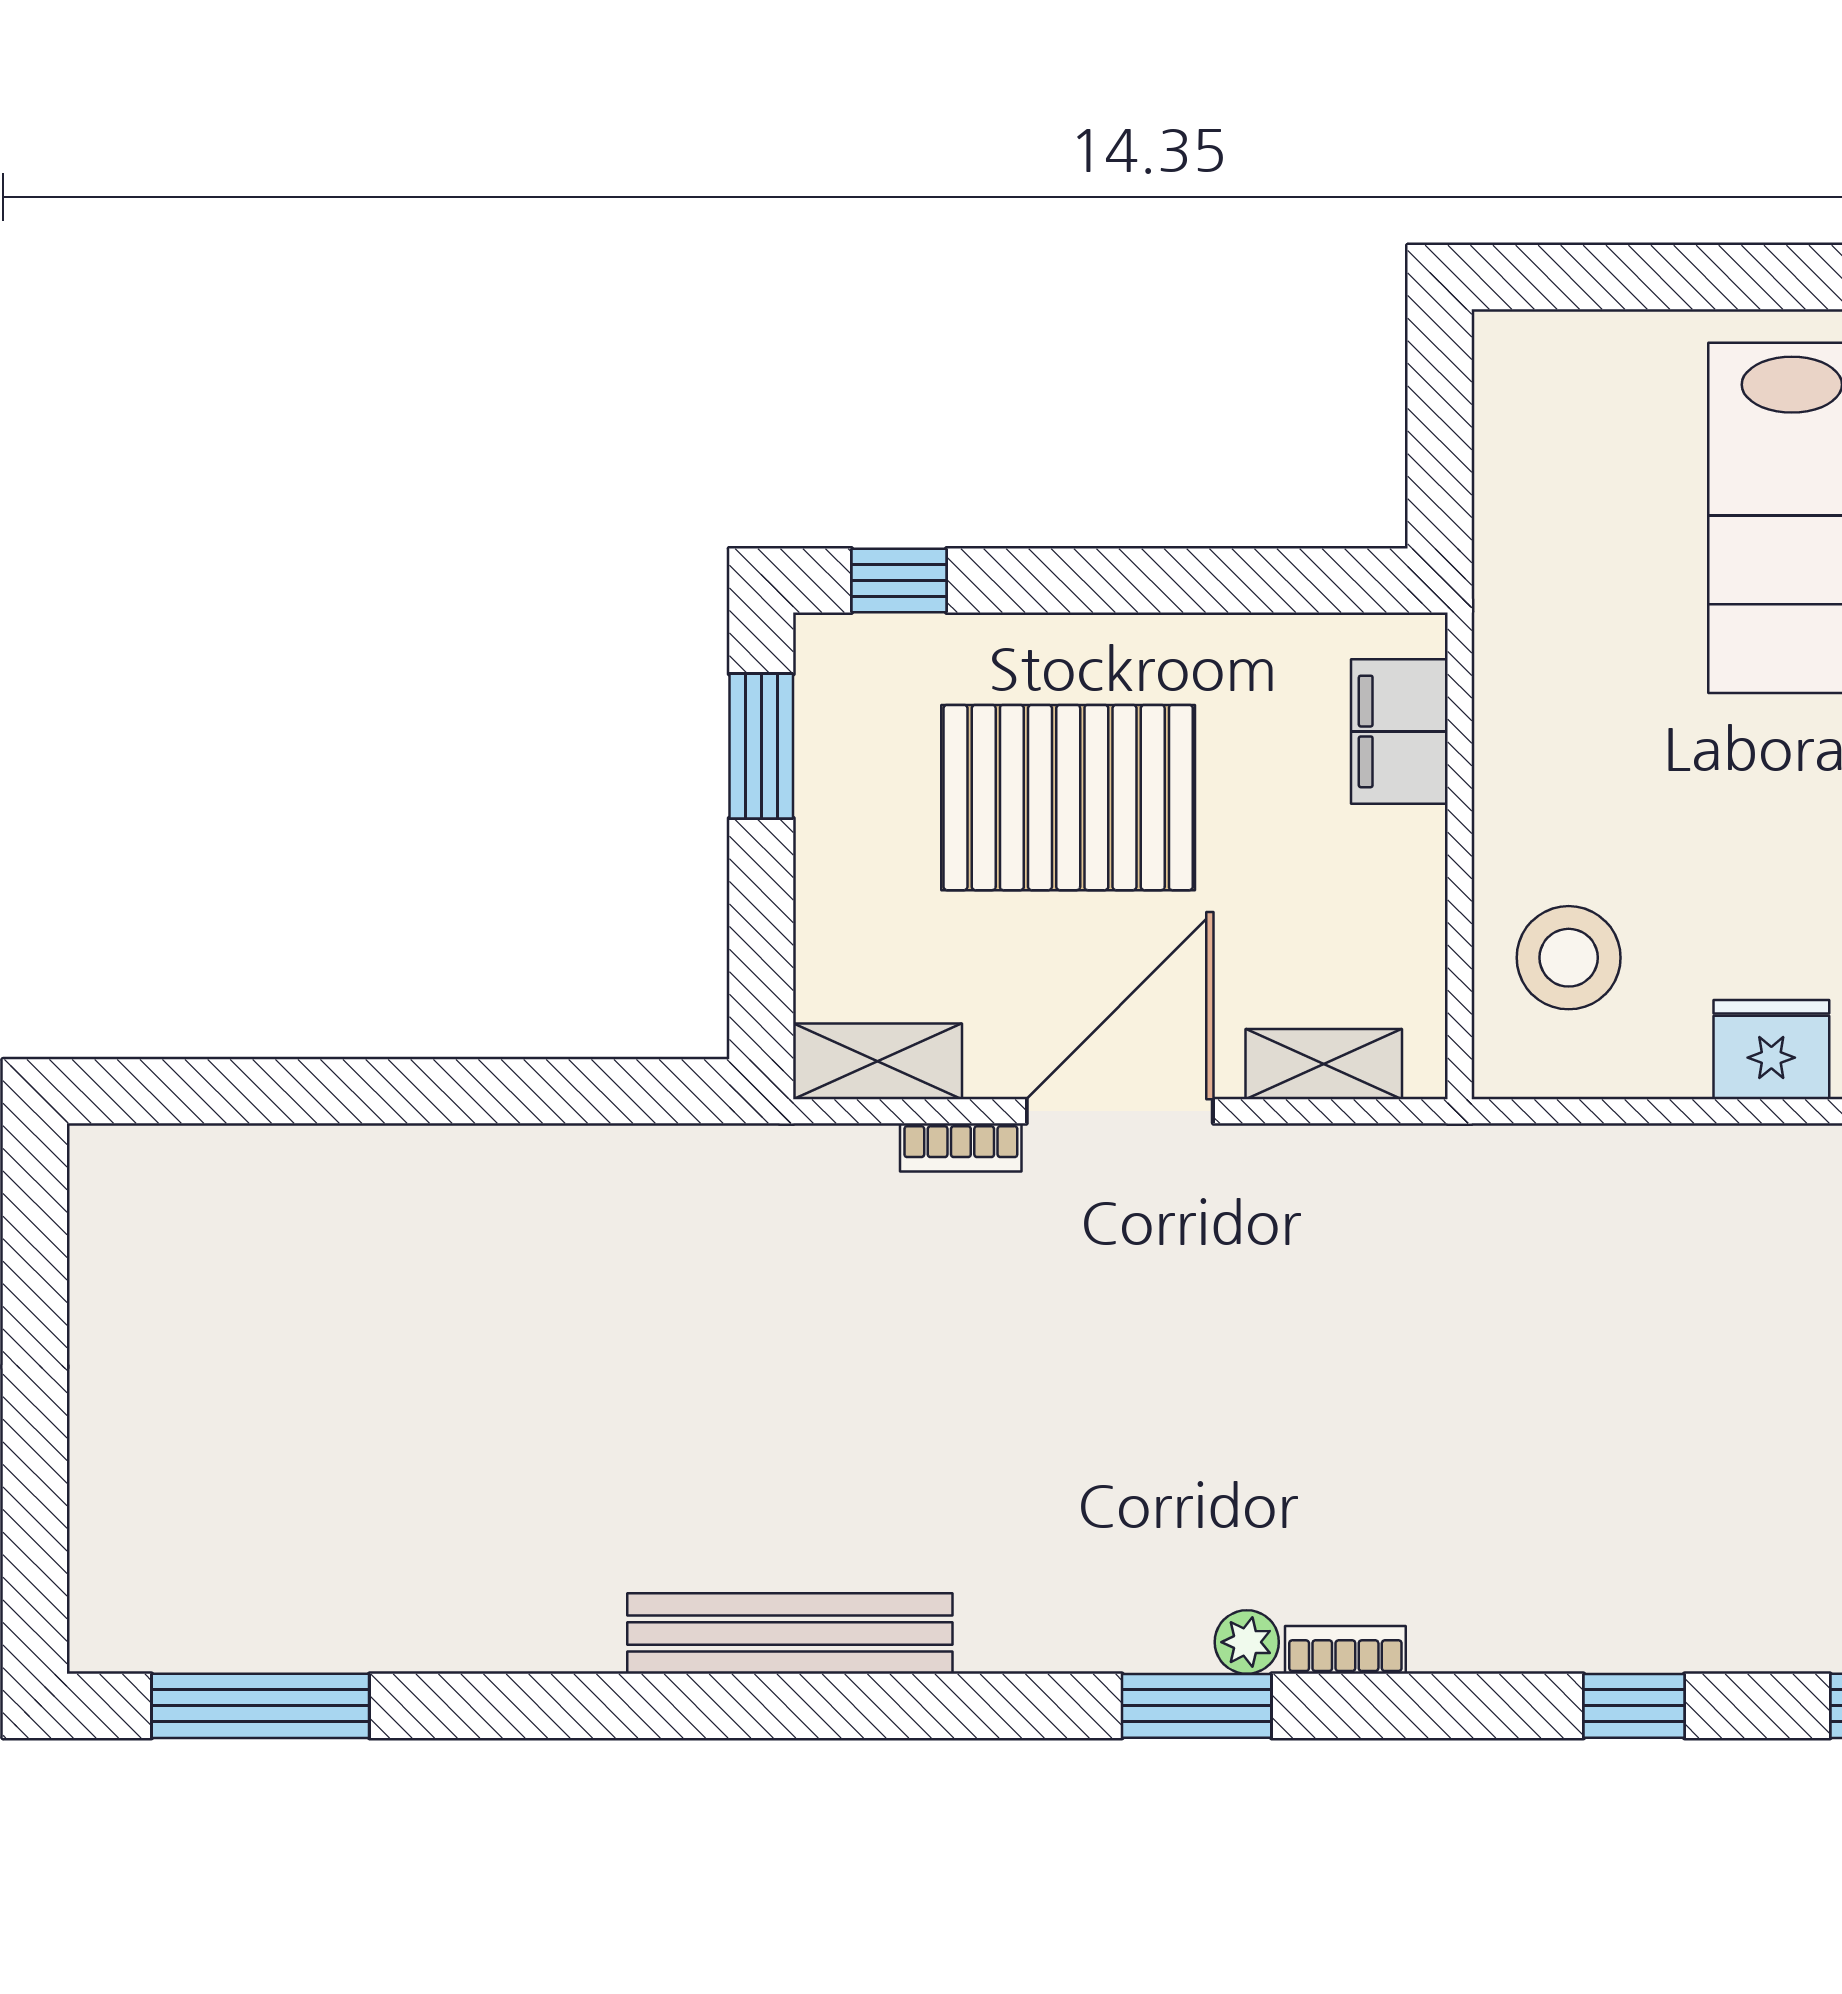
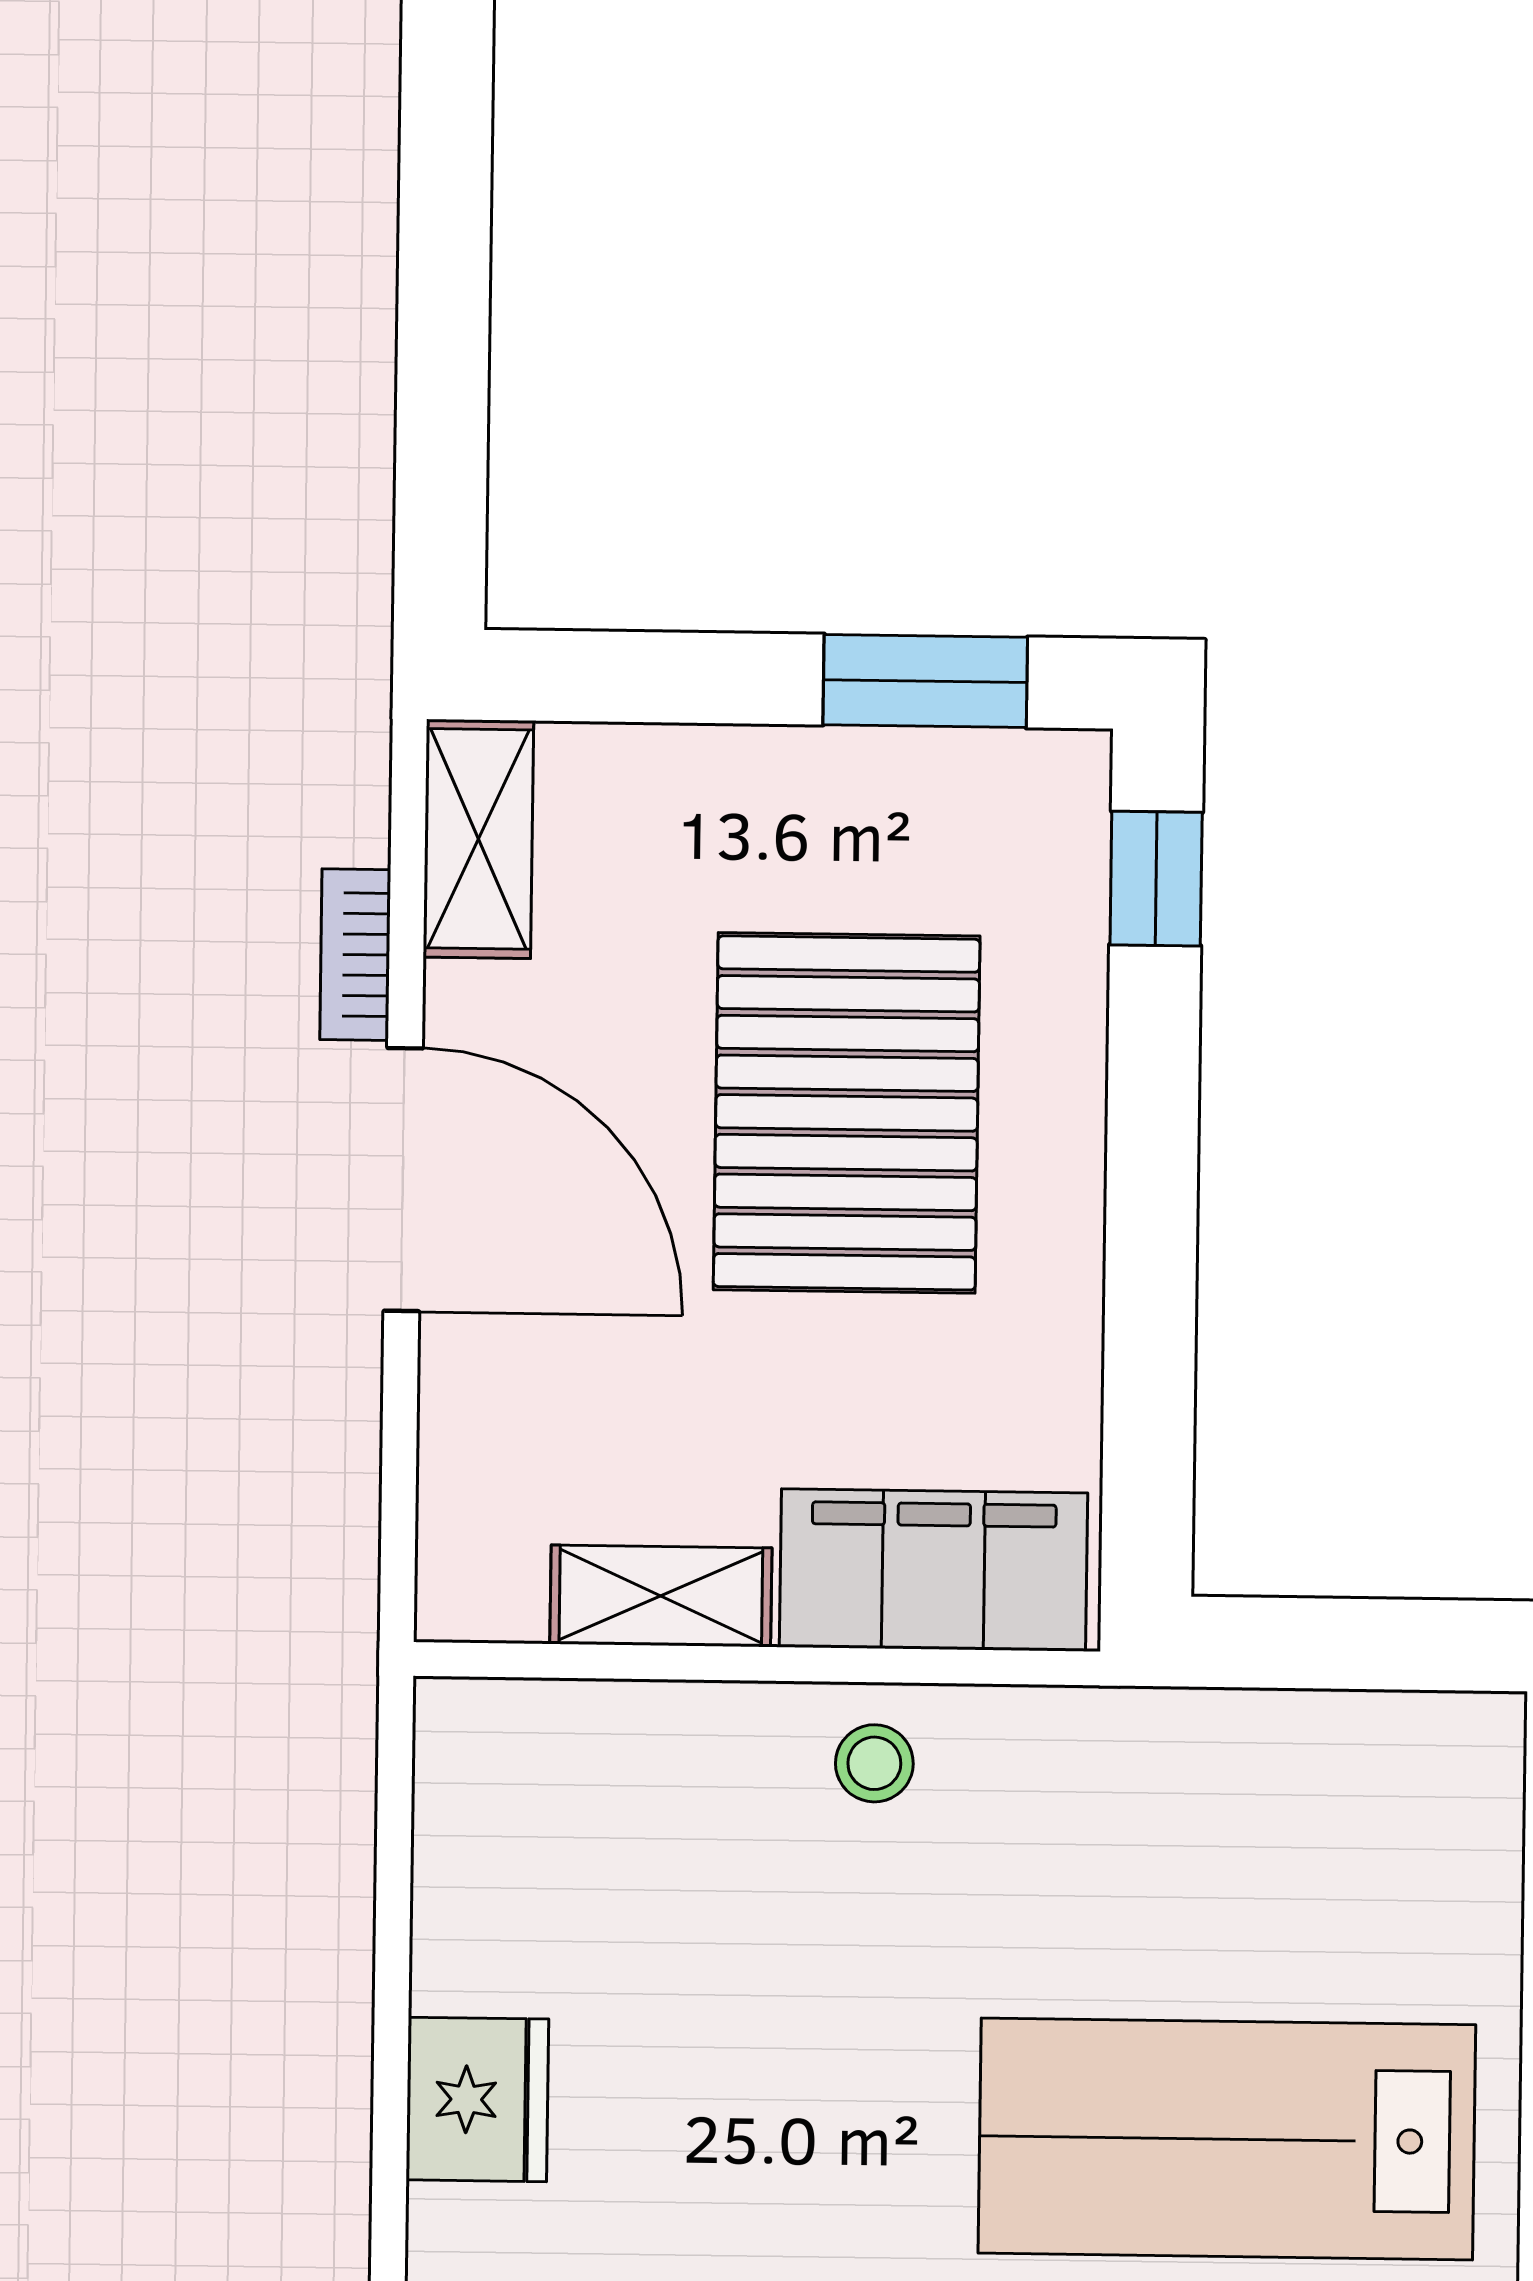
filing cabinet: (1399, 731) -> (933, 1570), width x1.50, depth x1.17
stool: (1569, 958) -> (874, 1763), moved, width x0.53, depth x0.53
shelving: (1324, 1064) -> (661, 1596), moved, turned 90

